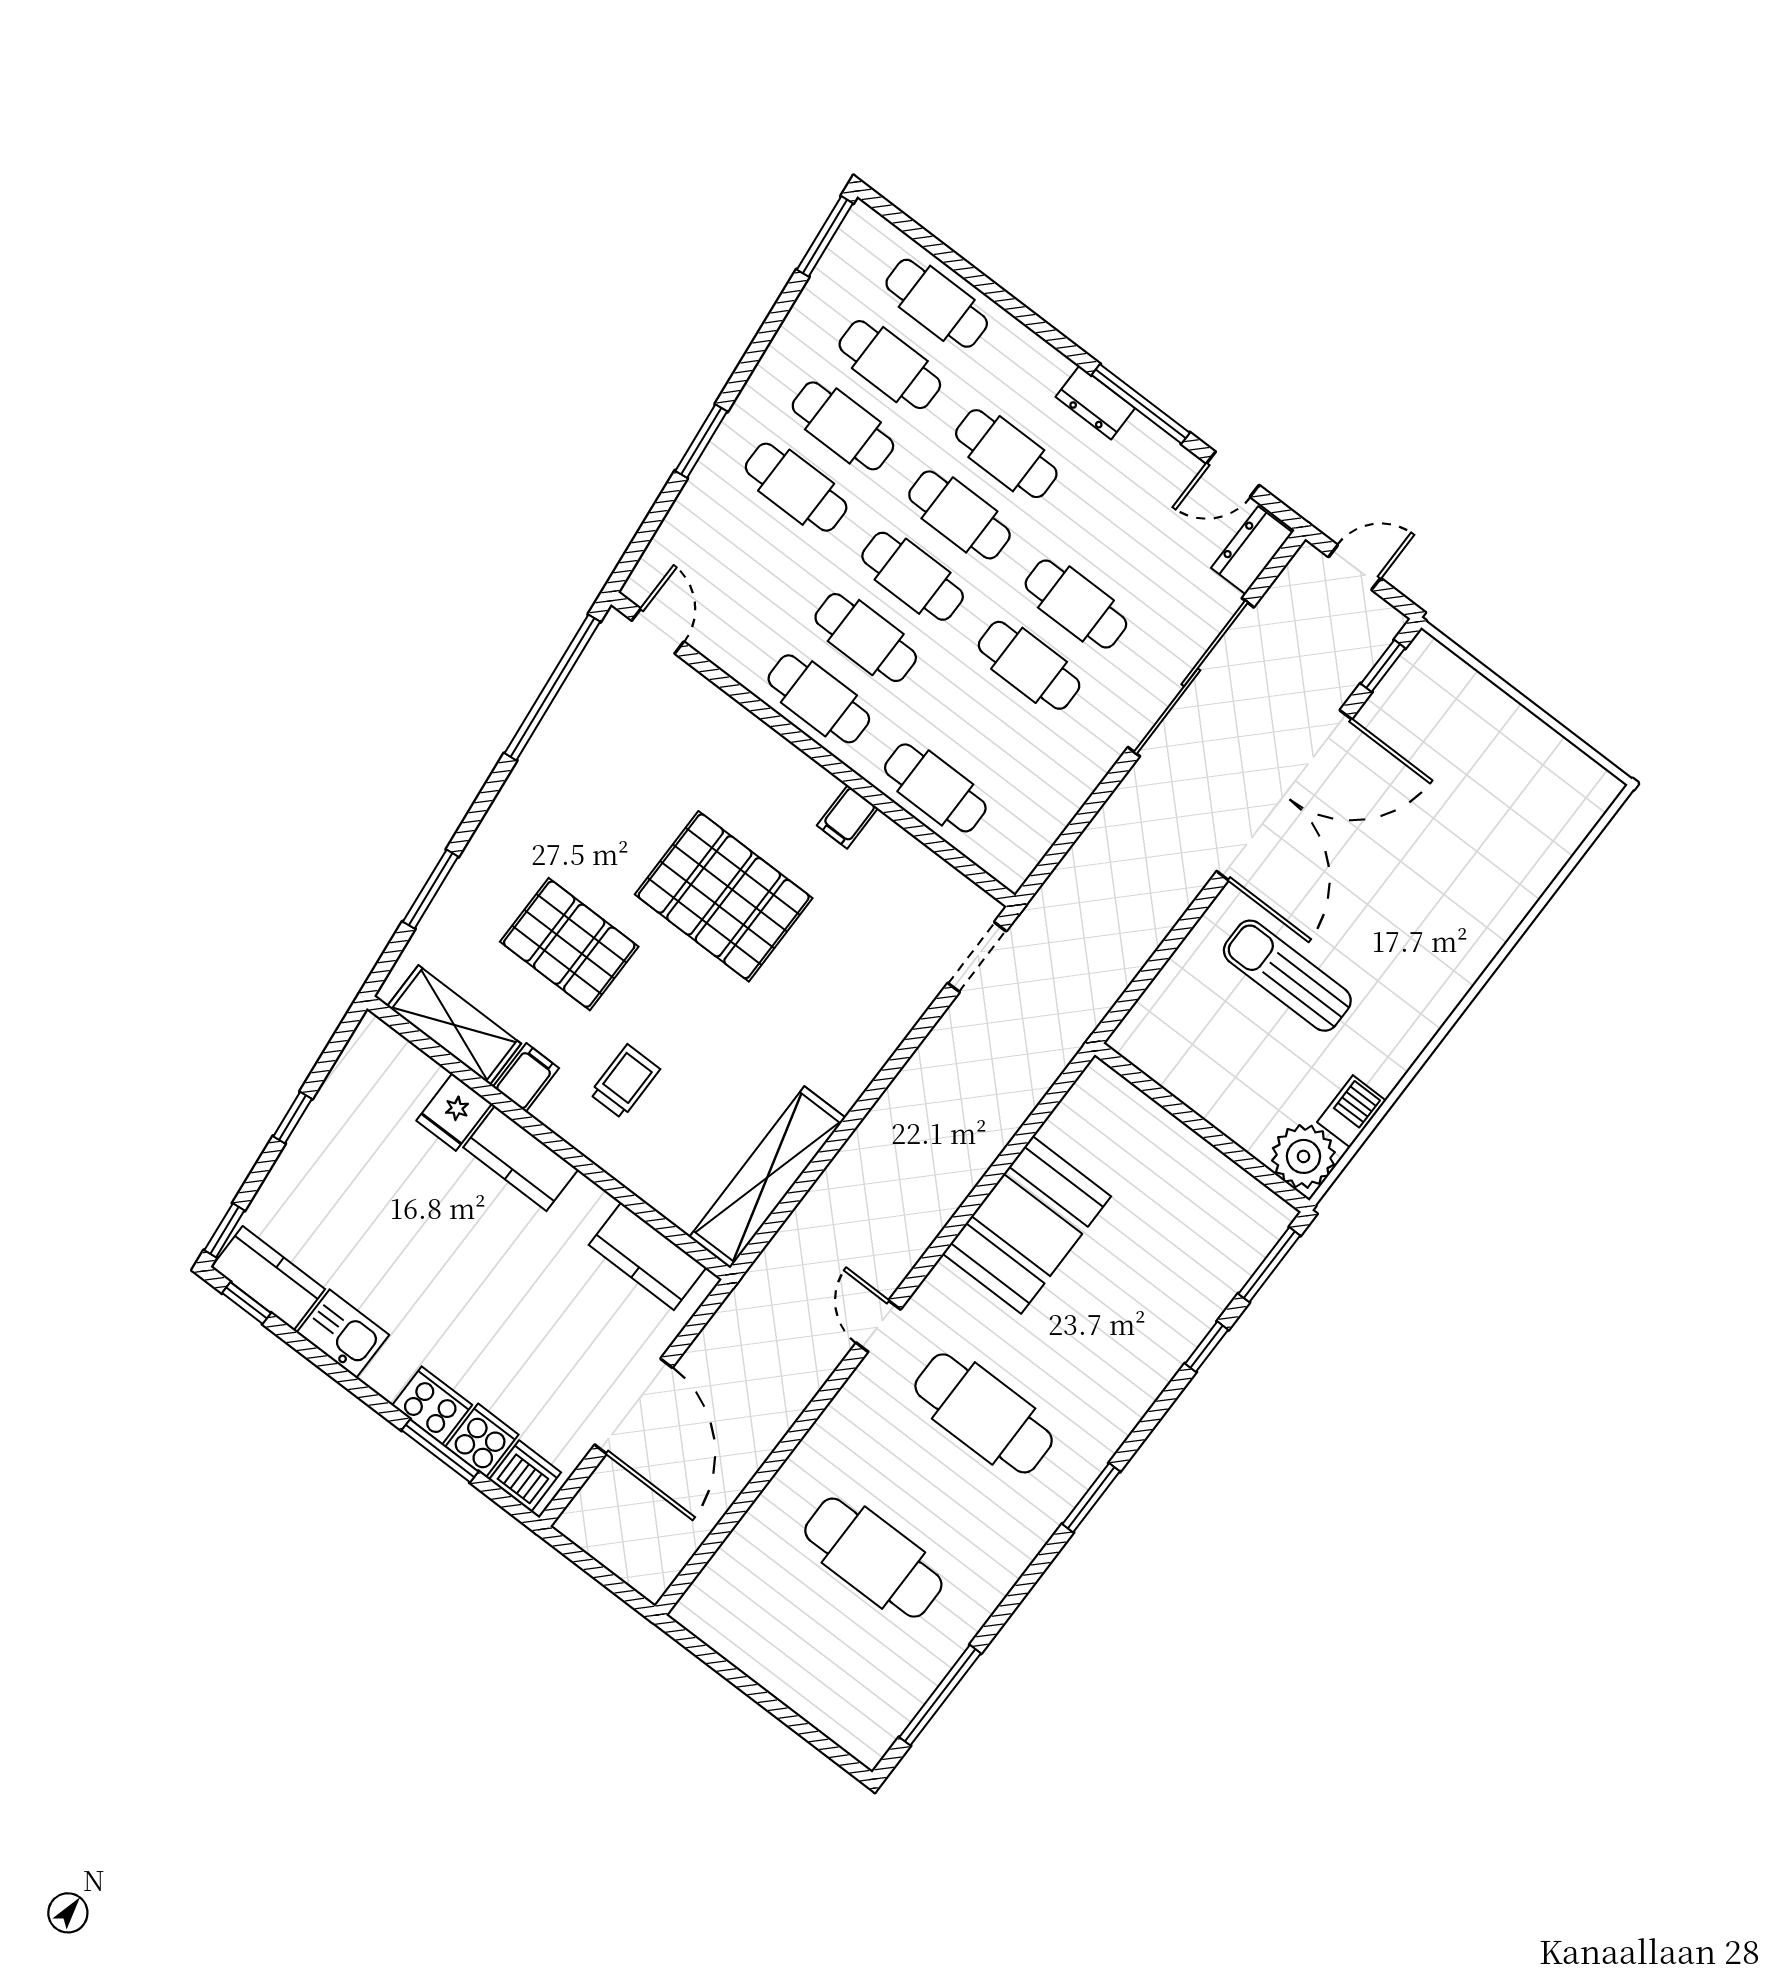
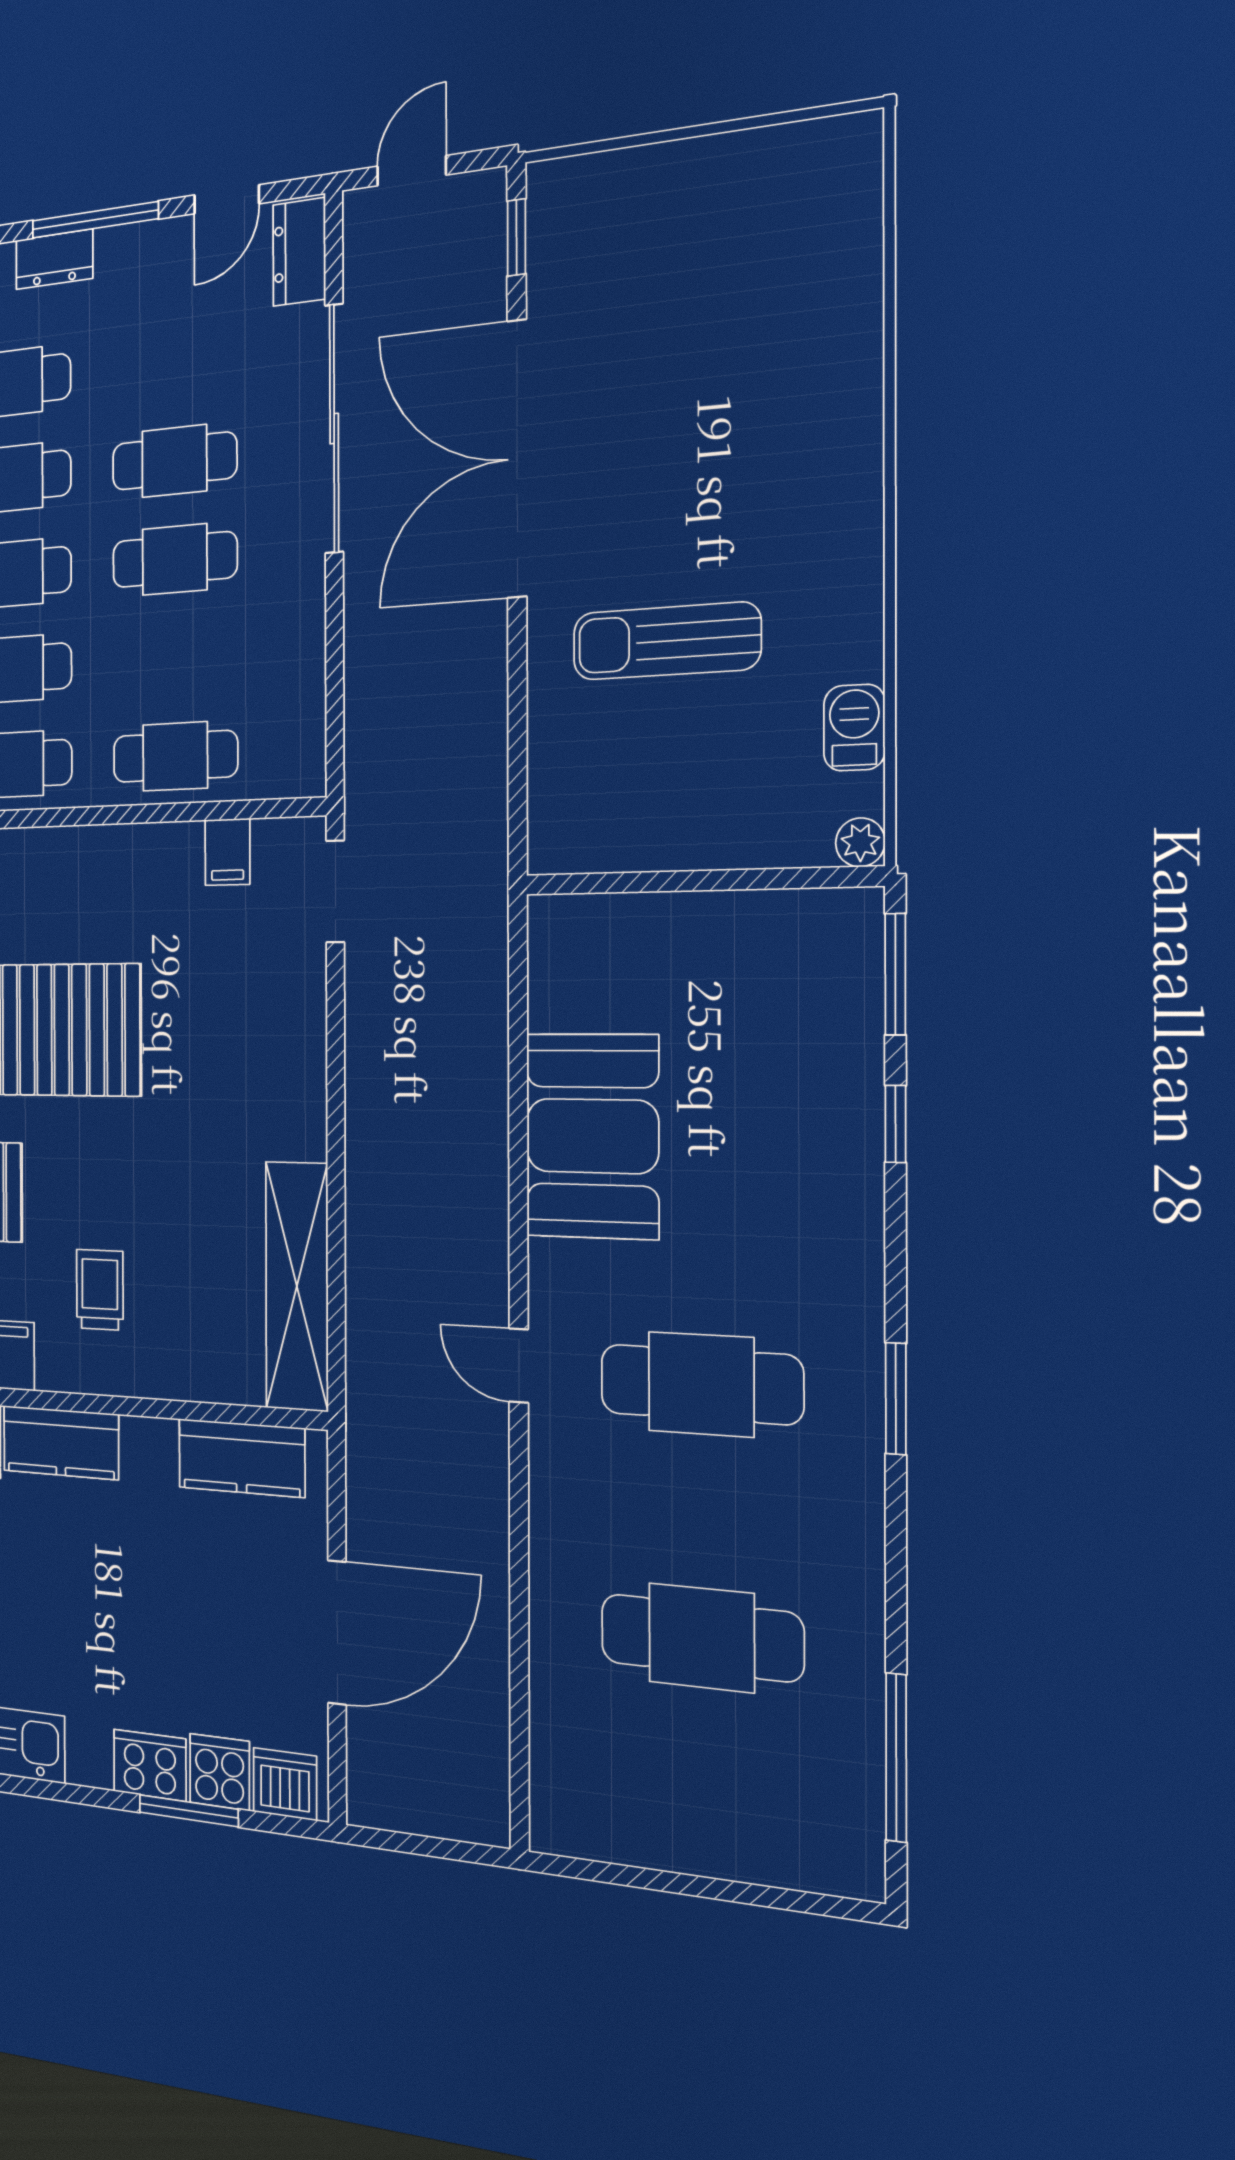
double door: (1284, 795) -> (517, 459), swing flipped
filing cabinet: (847, 817) -> (228, 852), moved
plant: (1303, 1156) -> (860, 842), width x0.53, depth x0.53
door: (634, 1406) -> (337, 1633), hinge flipped

